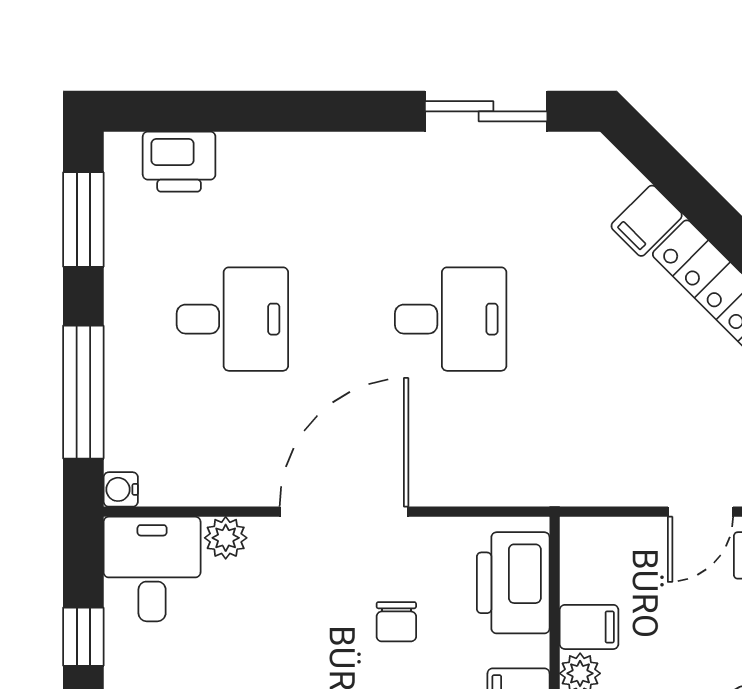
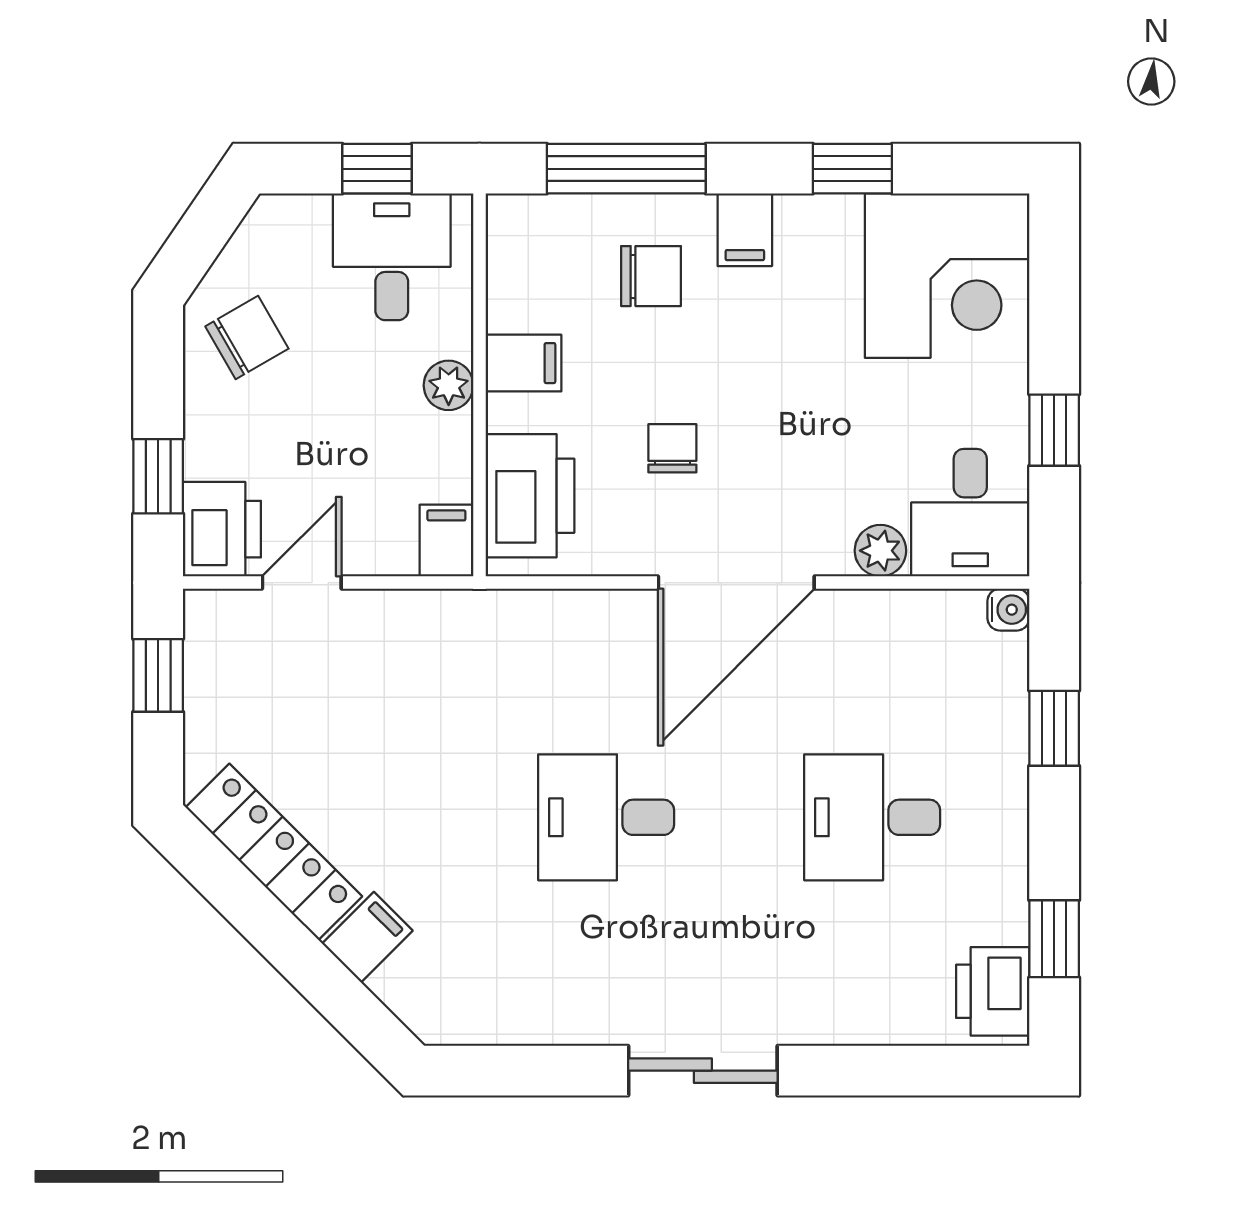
sliding door: (486, 111) -> (703, 1071), moved
printer: (179, 162) -> (993, 991), moved, turned -90
window: (83, 219) -> (1054, 939), width x0.67
window: (83, 392) -> (1054, 728), width x0.46
filing cabinet: (589, 627) -> (446, 541), moved, turned 90

